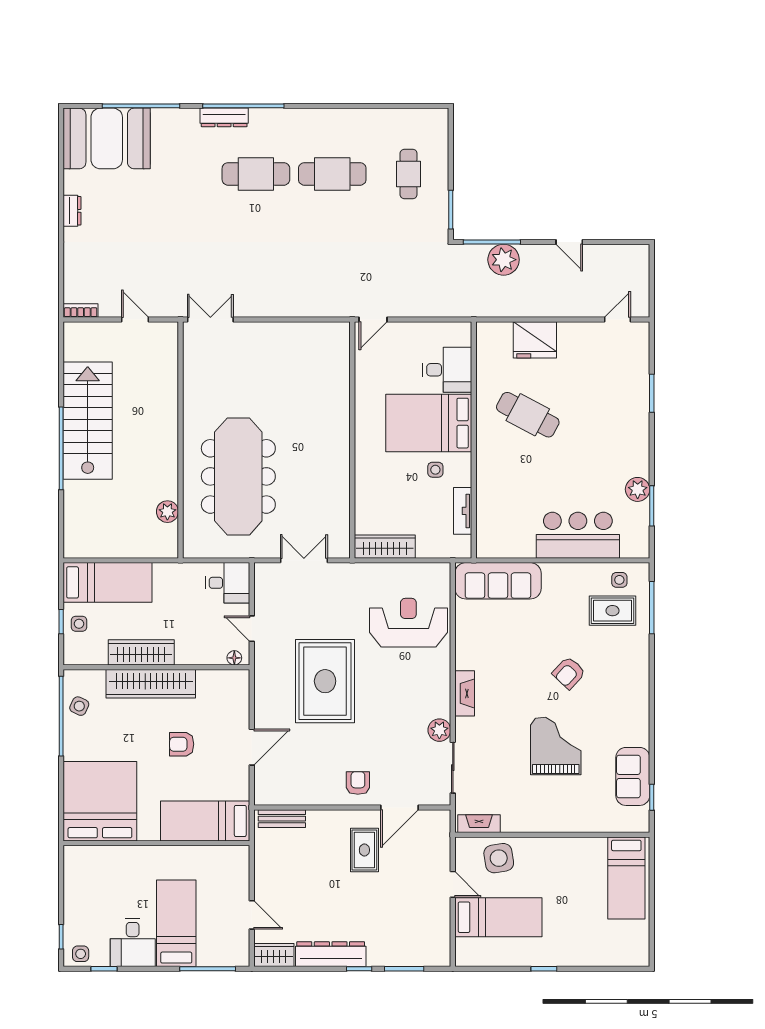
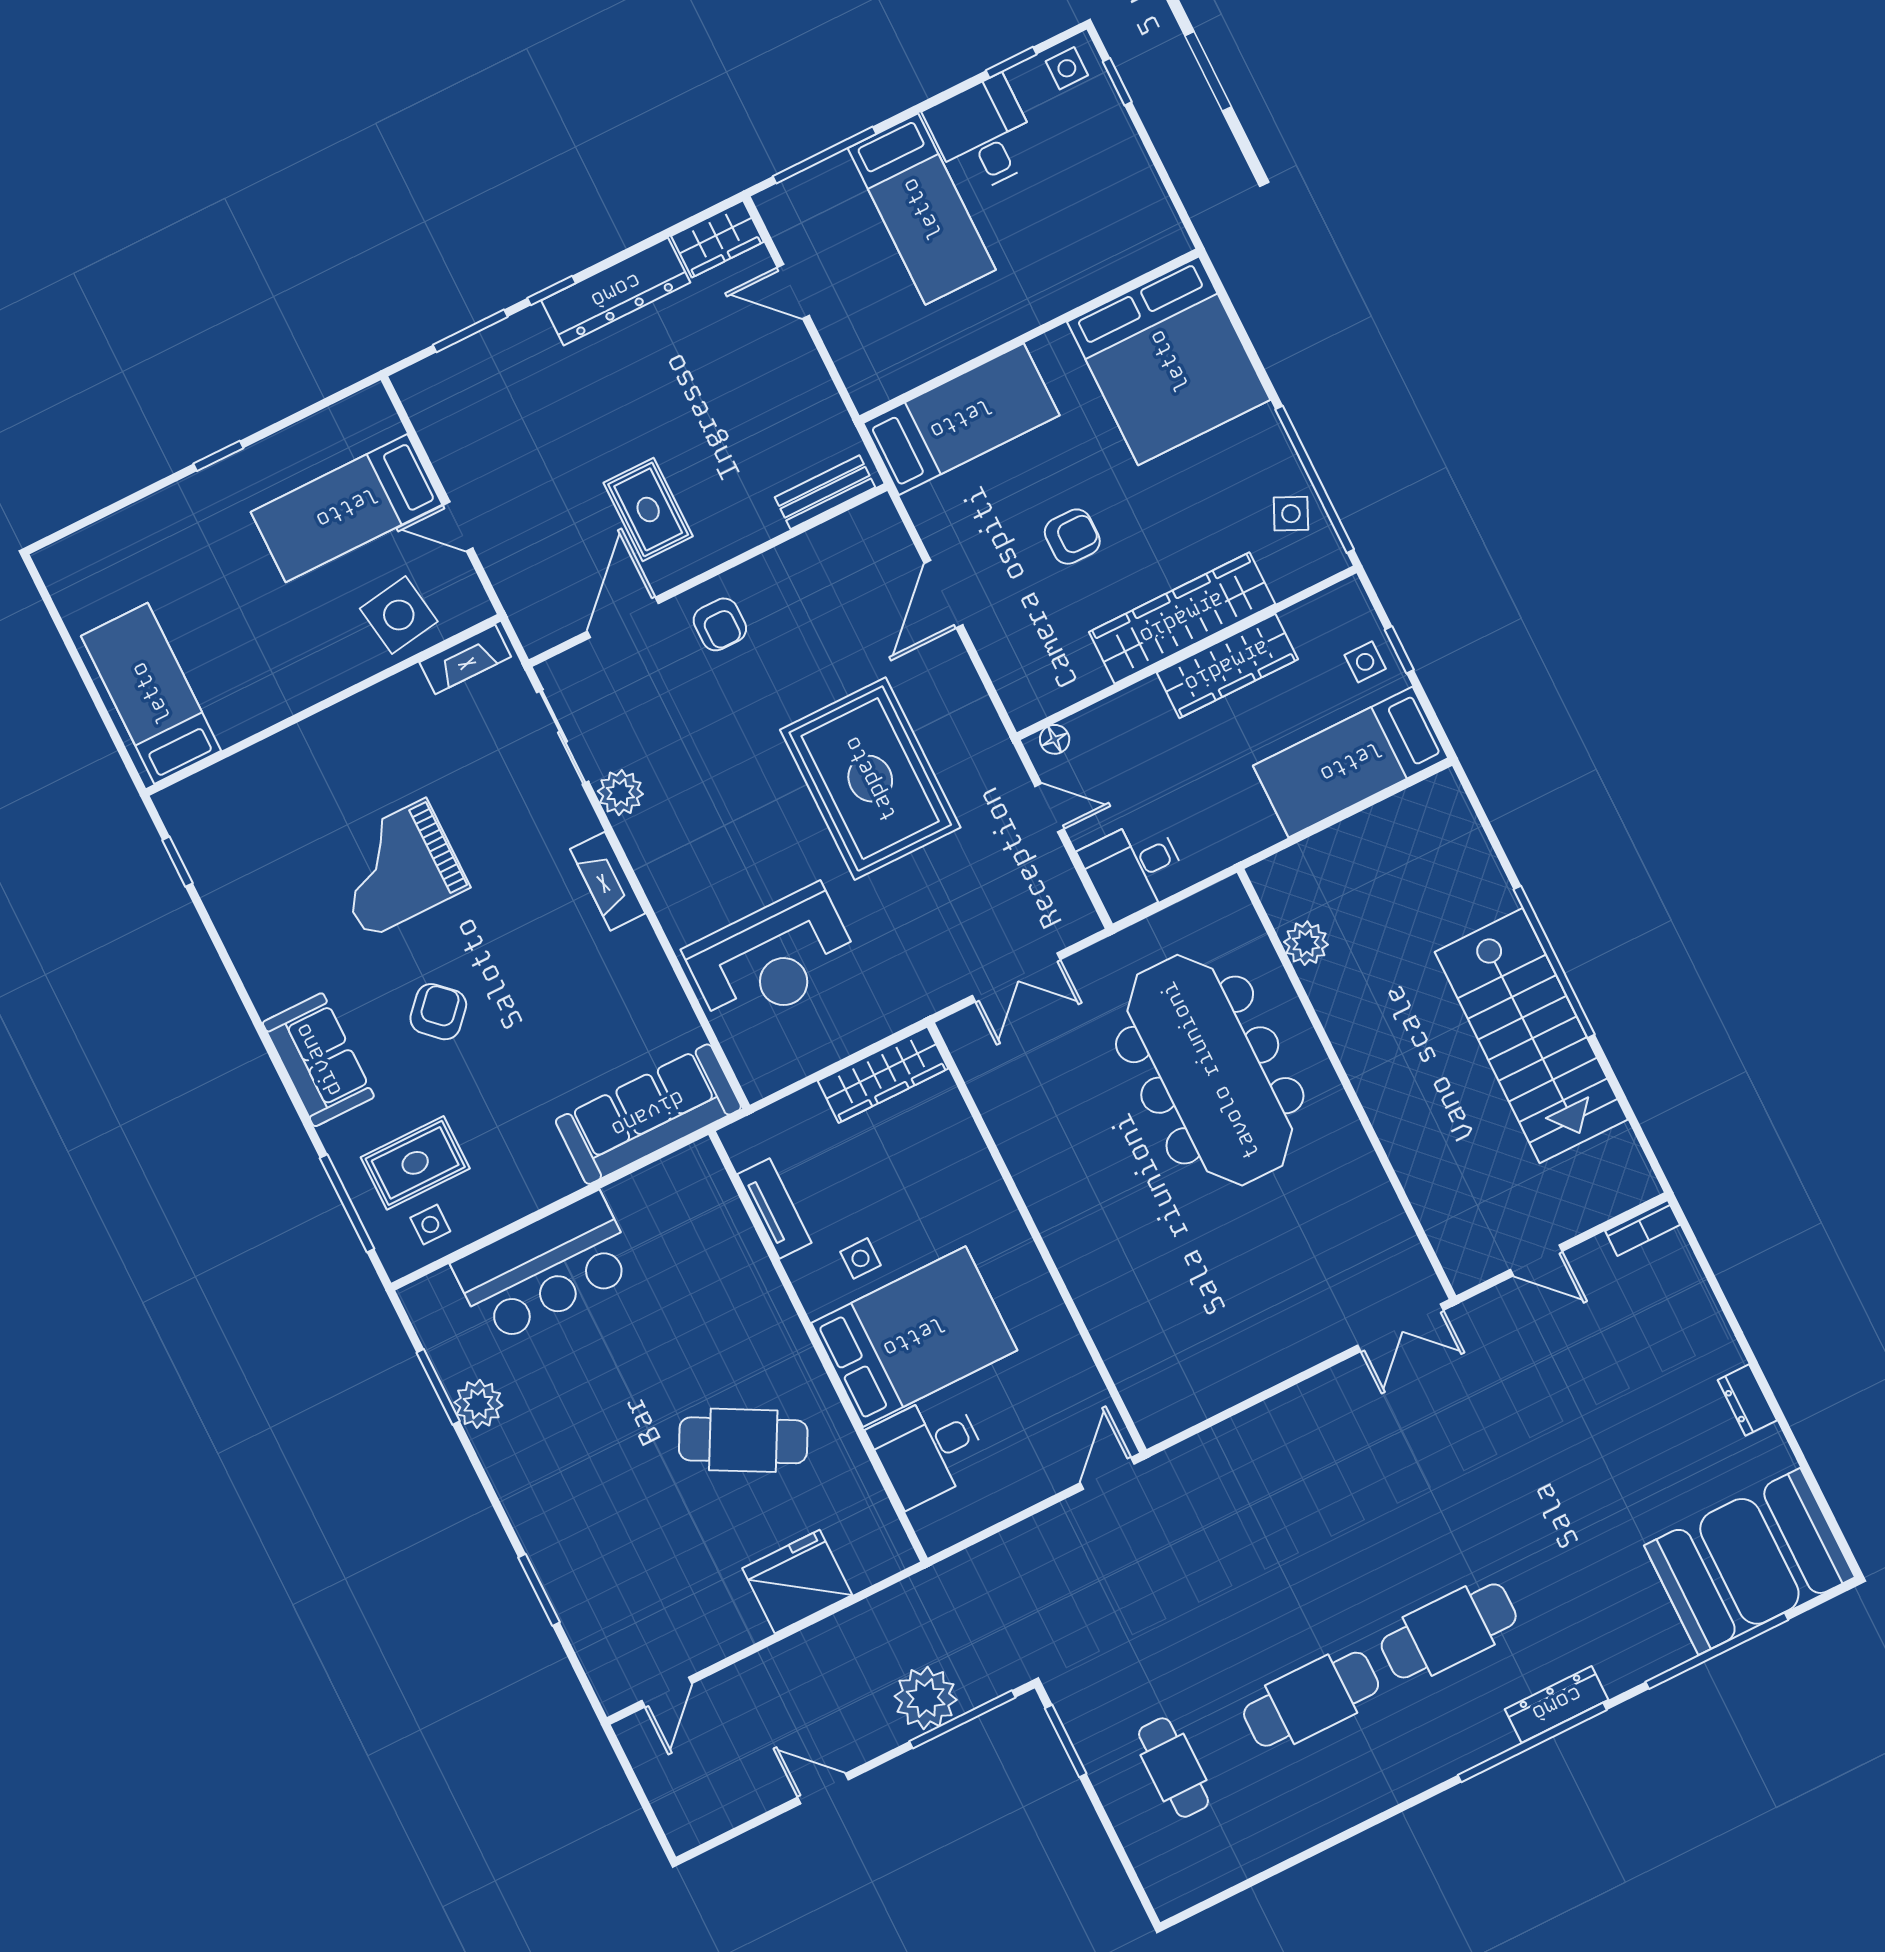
grand piano: (556, 746) -> (396, 868), turned 90
sofa: (633, 776) -> (318, 1060), moved

